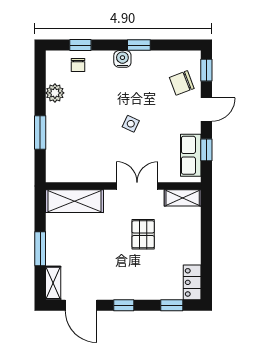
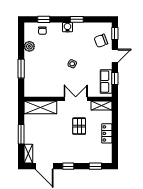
locker: (192, 282) -> (107, 133), moved

